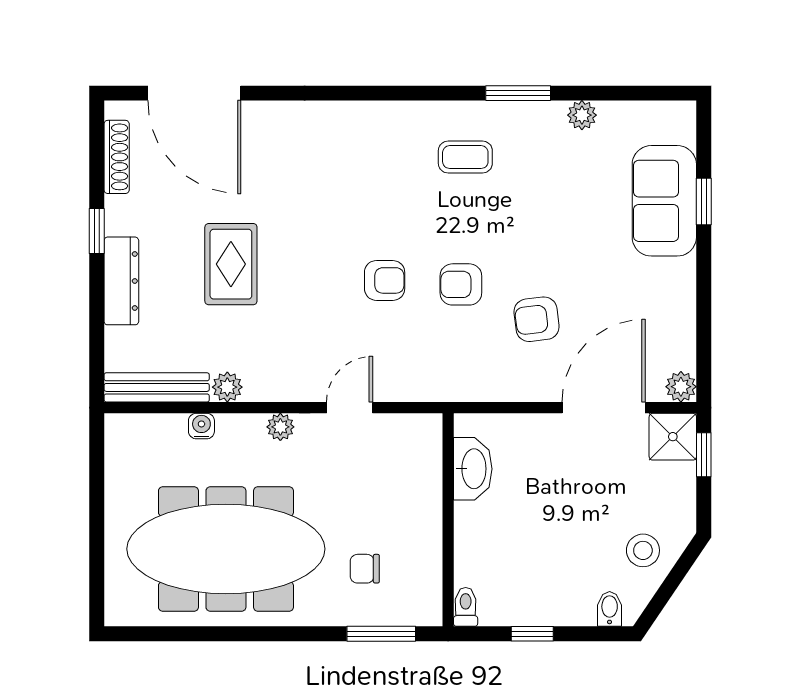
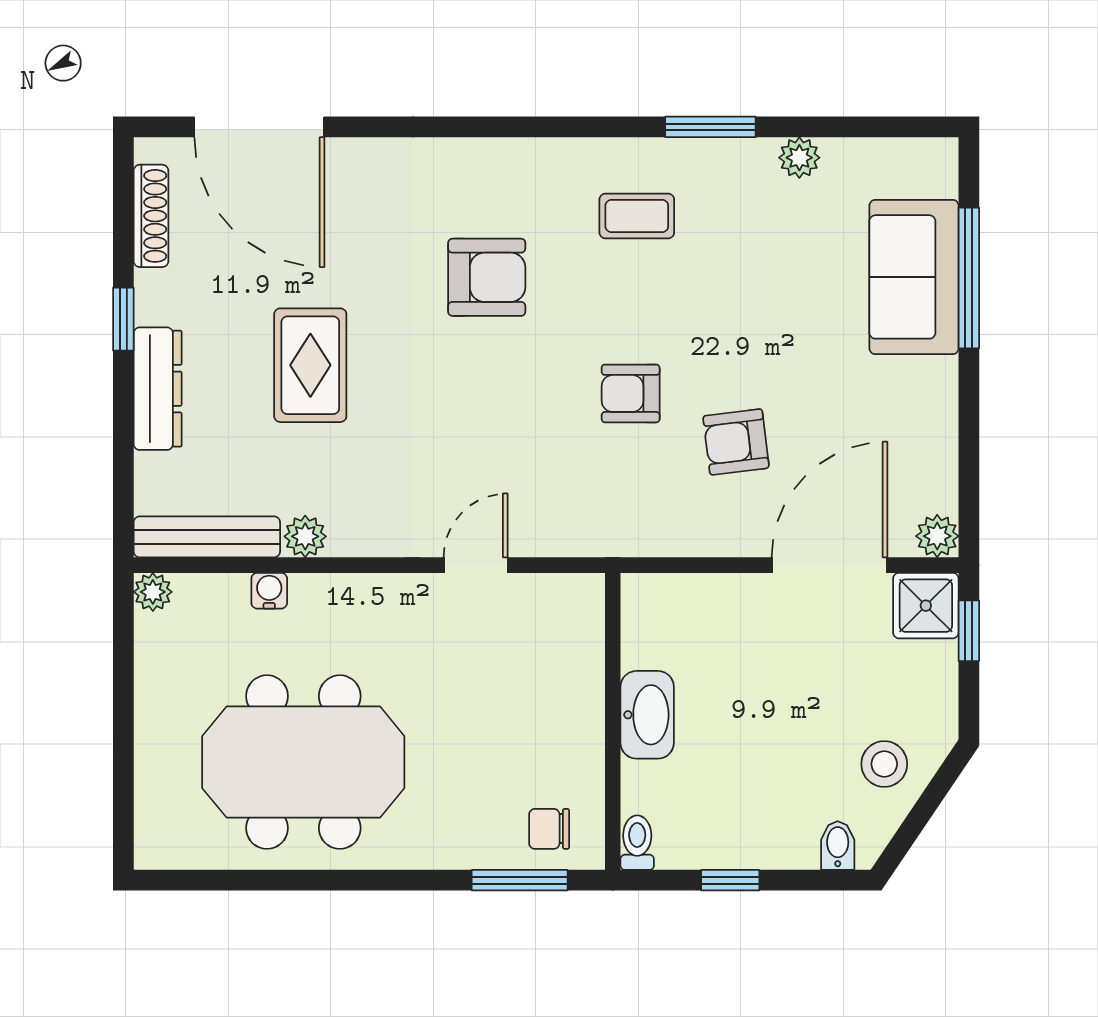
window: (704, 202) -> (969, 278), width x2.17
armchair: (385, 280) -> (487, 277), moved, width x1.38, depth x1.38
plant: (280, 427) -> (153, 592), moved
washbasin: (473, 469) -> (647, 715), moved
meeting table: (226, 549) -> (303, 762), width x0.73
chair: (365, 569) -> (549, 829), moved

